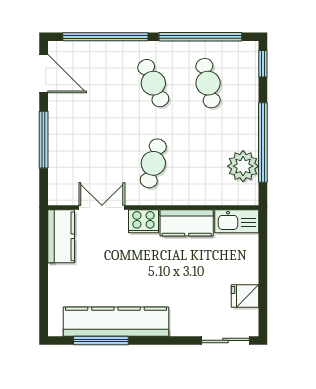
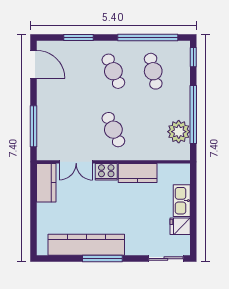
window: (105, 37) -> (79, 37), width x0.47
window: (44, 140) -> (34, 126), moved
cafe table: (153, 163) -> (113, 130), turned -39
double door: (102, 208) -> (76, 162), swing flipped
kitchen sink: (237, 221) -> (182, 201), moved, turned 90
window: (101, 340) -> (102, 259), moved

